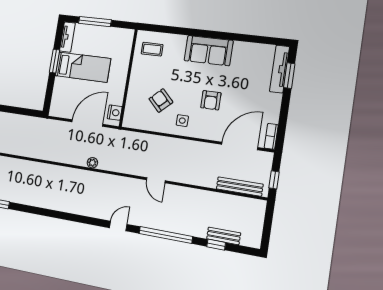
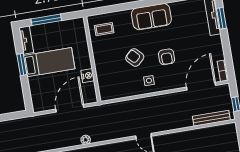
armchair: (161, 100) -> (135, 57), moved
nightstand: (115, 113) -> (88, 76), moved

